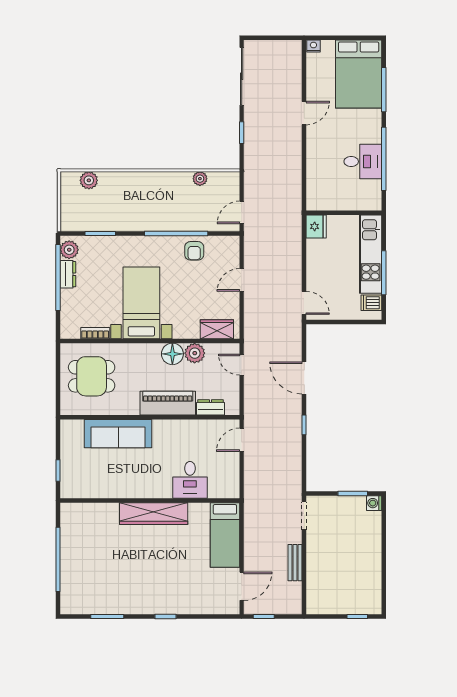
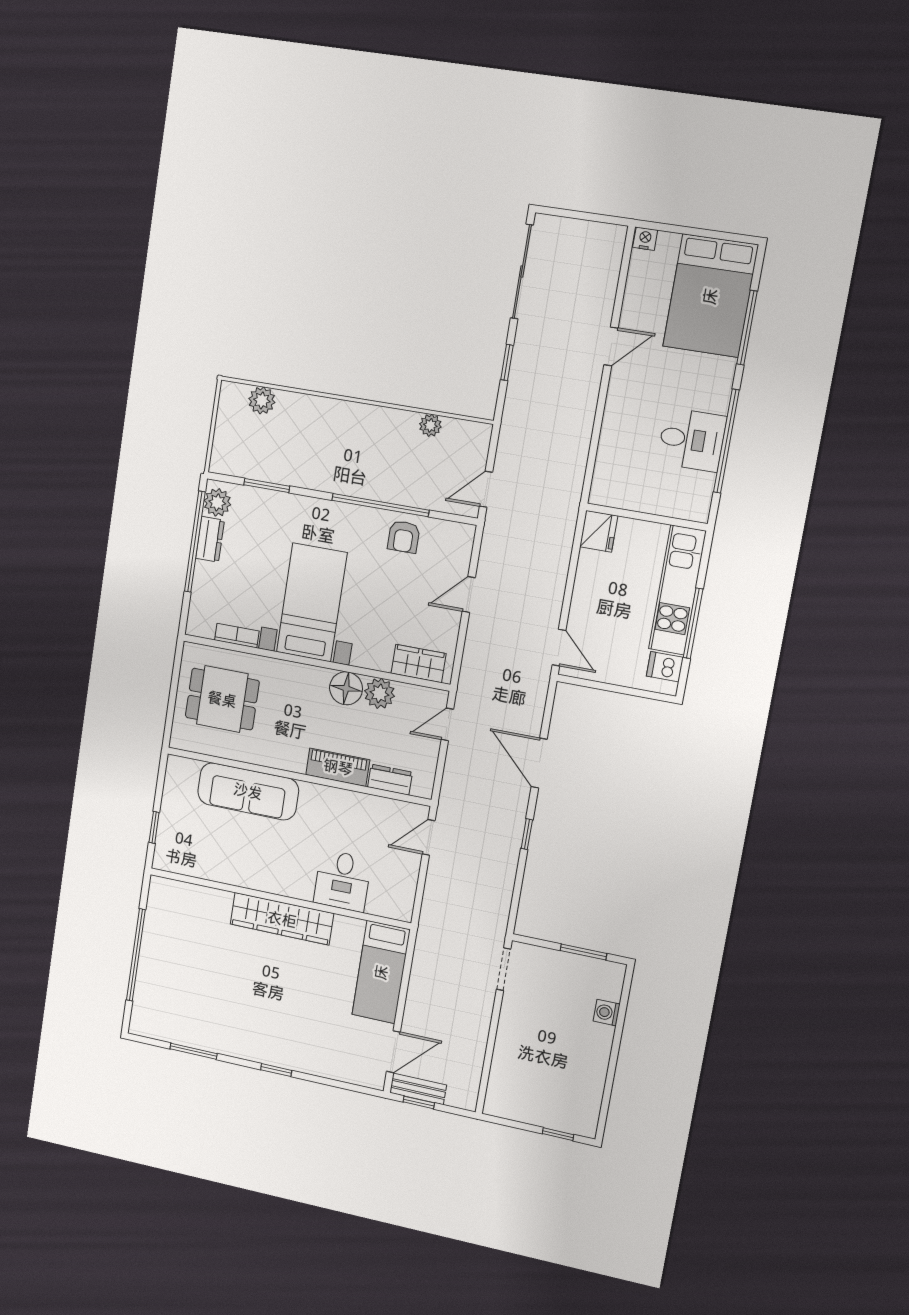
door: (242, 365) -> (447, 724), hinge flipped
piano: (168, 403) -> (338, 767), width x0.73, depth x0.75
washing machine: (374, 503) -> (607, 1013), moved
bench: (295, 563) -> (418, 1089), moved, turned 90

